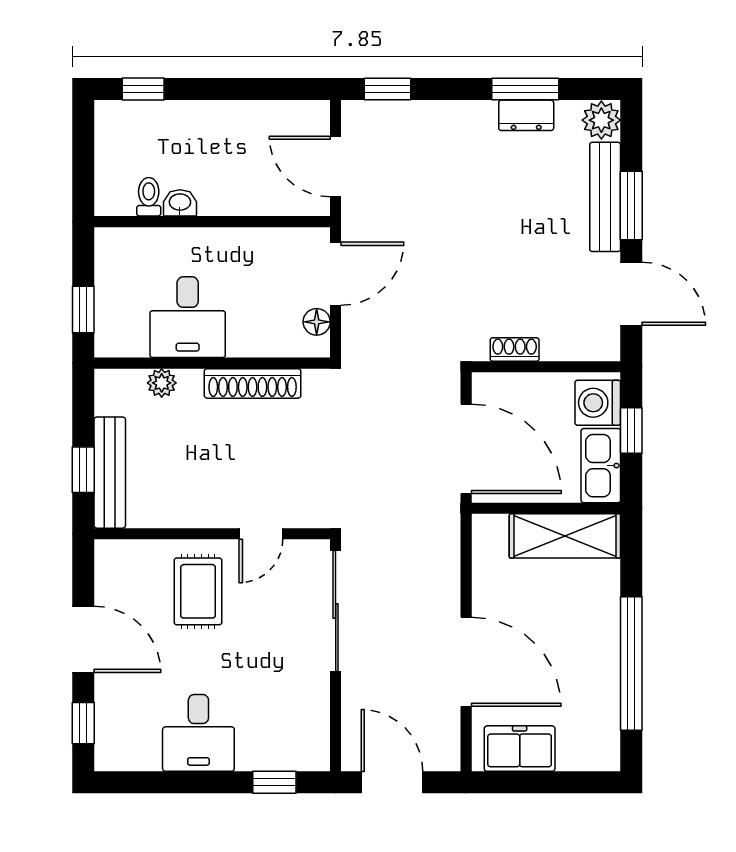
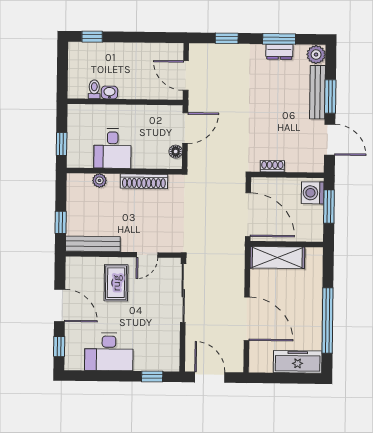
window: (387, 89) -> (227, 38), moved
window: (631, 430) -> (329, 207), width x1.50
kitchen sink: (601, 466) -> (314, 224), removed
bench: (110, 473) -> (93, 244), moved, turned 90
shelving: (565, 536) -> (277, 258), moved
desk: (198, 733) -> (109, 352), width x1.37
freezer: (520, 749) -> (298, 362), moved, width x1.40

